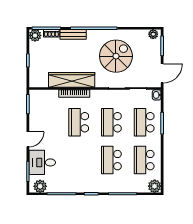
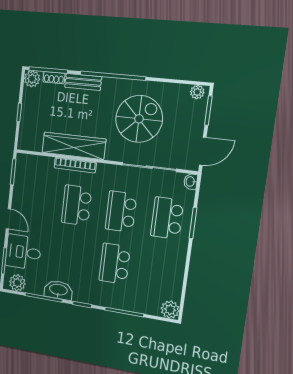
door: (28, 139) -> (8, 219), hinge flipped
school desk: (144, 160) -> (160, 271), removed
washbasin: (72, 186) -> (58, 290), added

